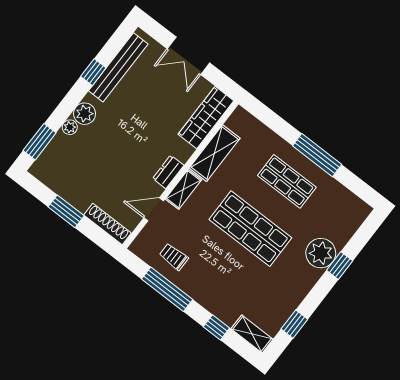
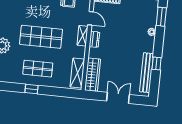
plant: (85, 114) -> (149, 42), removed
shelving: (215, 153) -> (77, 73), moved
window: (317, 155) -> (31, 89), width x0.46
door: (154, 209) -> (90, 18), hinge flipped

